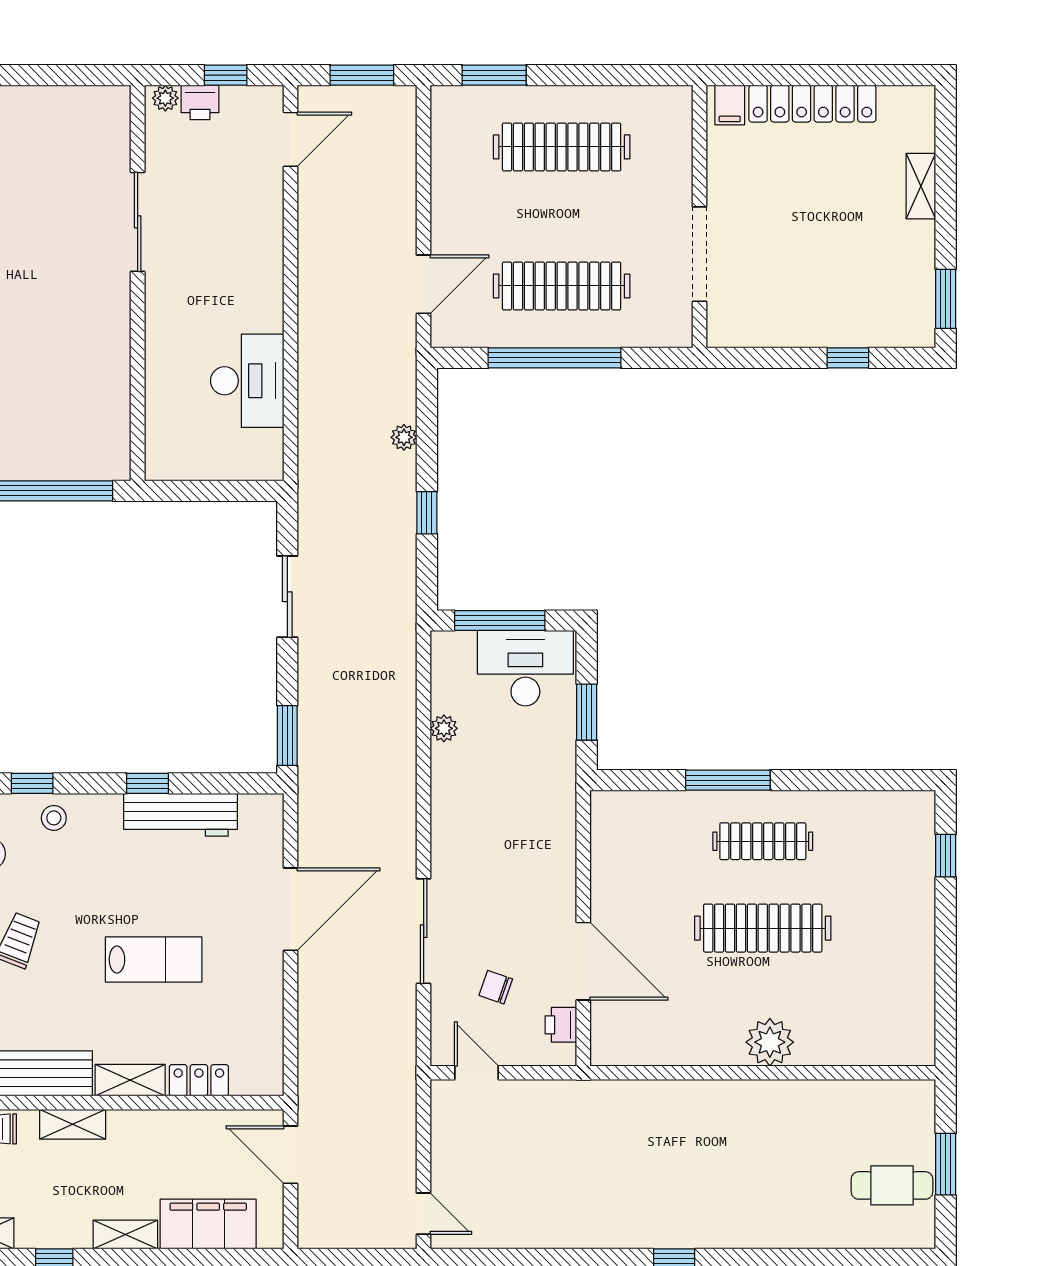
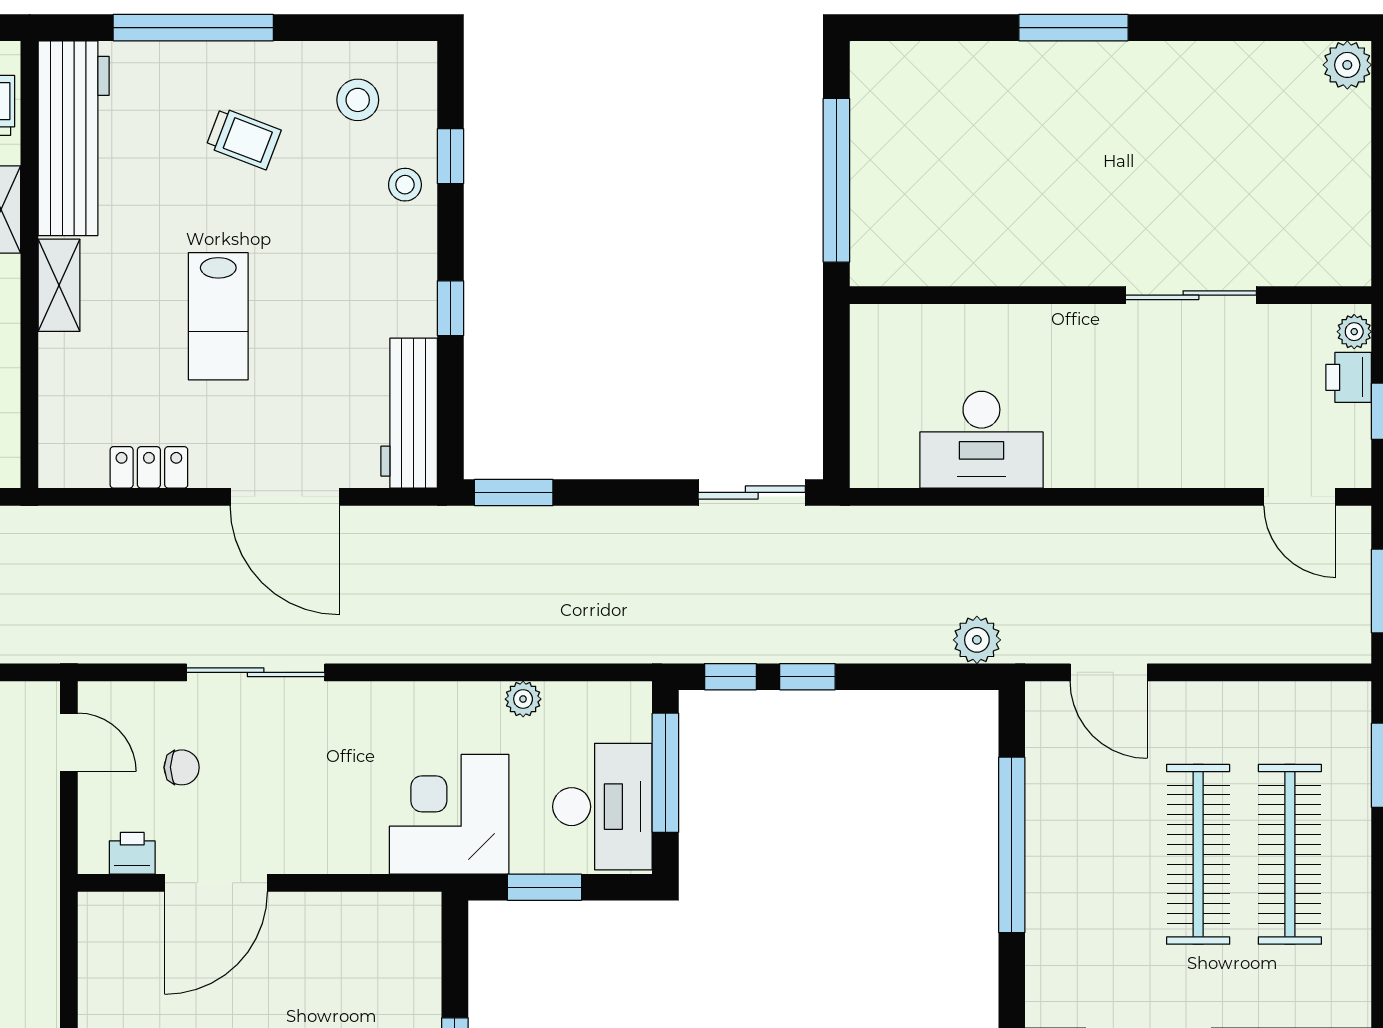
clothes rail: (562, 286) -> (1198, 854), moved
plant: (404, 437) -> (977, 640), moved, width x1.38, depth x1.38
window: (427, 571) -> (730, 677), added
sliding door: (287, 597) -> (752, 492), moved
corner desk: (531, 784) -> (449, 814), added
workbench: (180, 815) -> (409, 413), moved
chair: (496, 987) -> (182, 767), turned 71
door: (477, 1073) -> (69, 742), hinge flipped
locker: (199, 1080) -> (149, 467), moved, turned -90

